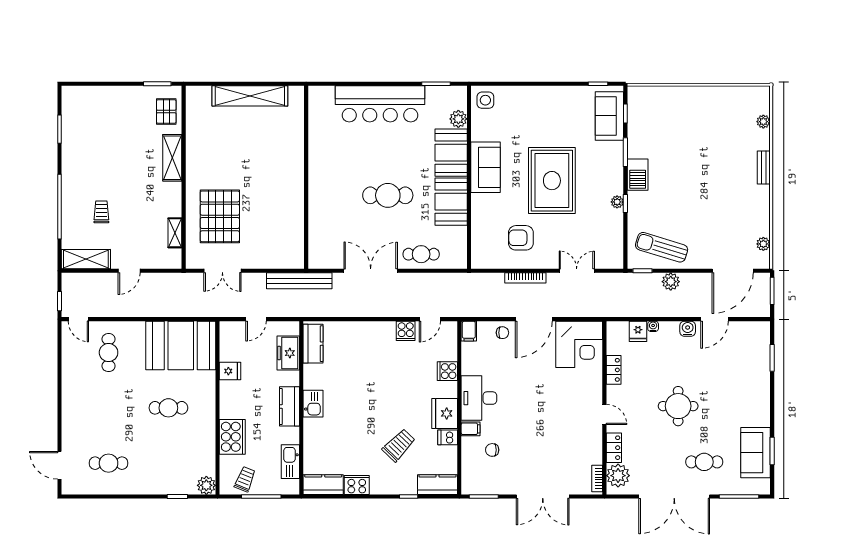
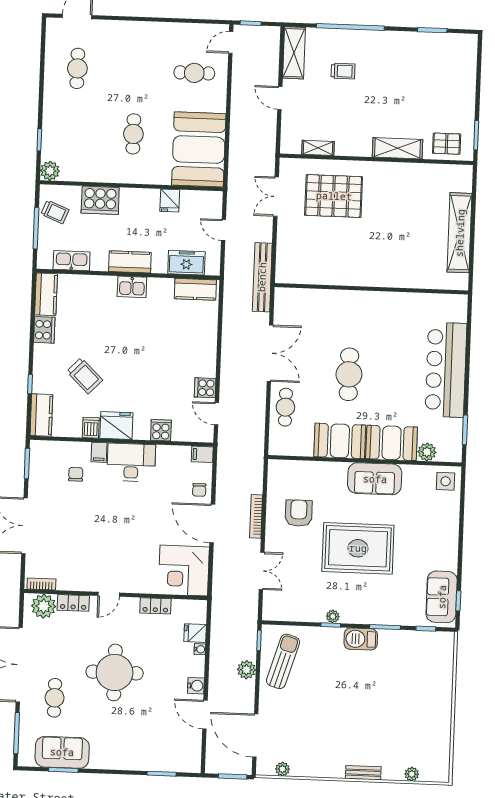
sofa: (609, 116) -> (442, 597), moved, turned -90
round table: (678, 406) -> (115, 672), width x1.36, depth x1.36

